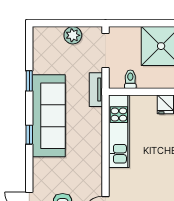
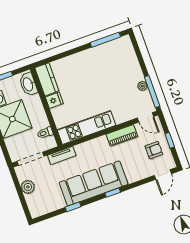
piano: (94, 170) -> (122, 135), added

